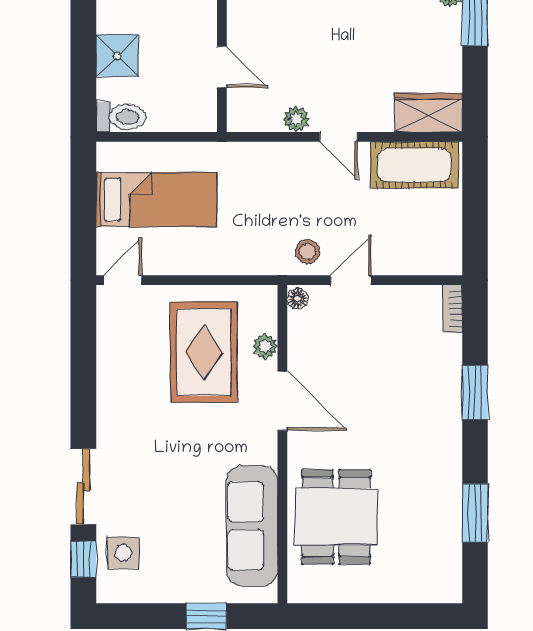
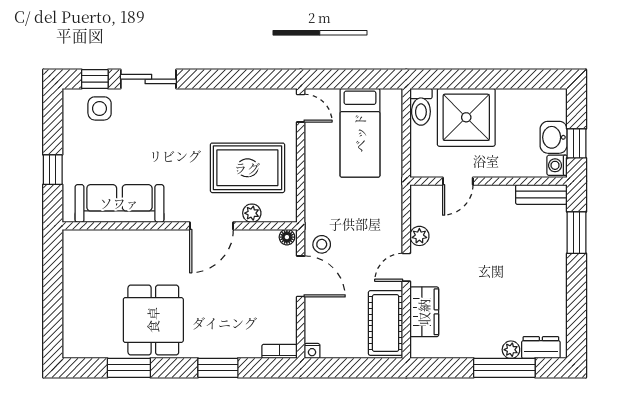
shower: (117, 56) -> (466, 117), width x1.86, depth x1.86
wardrobe: (429, 113) -> (424, 312), moved
nightstand: (452, 265) -> (312, 351), added
door: (351, 280) -> (301, 276), width x1.38
dining table: (336, 517) -> (153, 320), moved, turned 90

